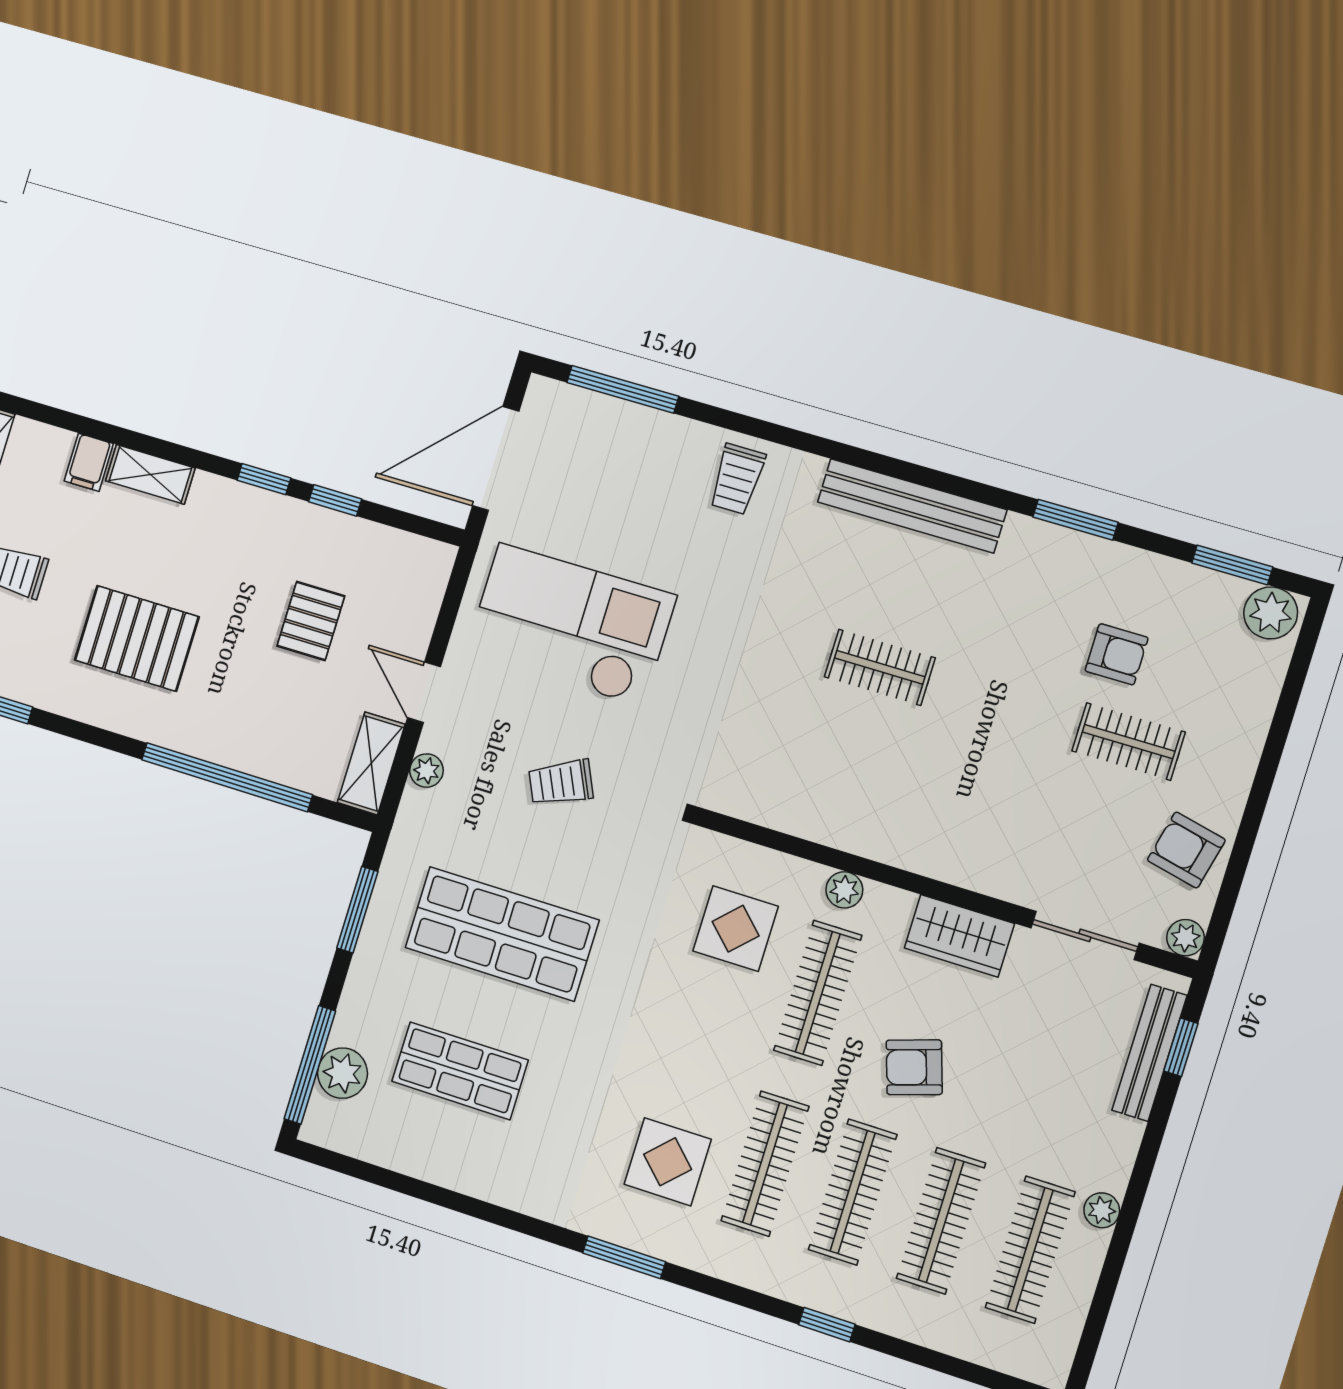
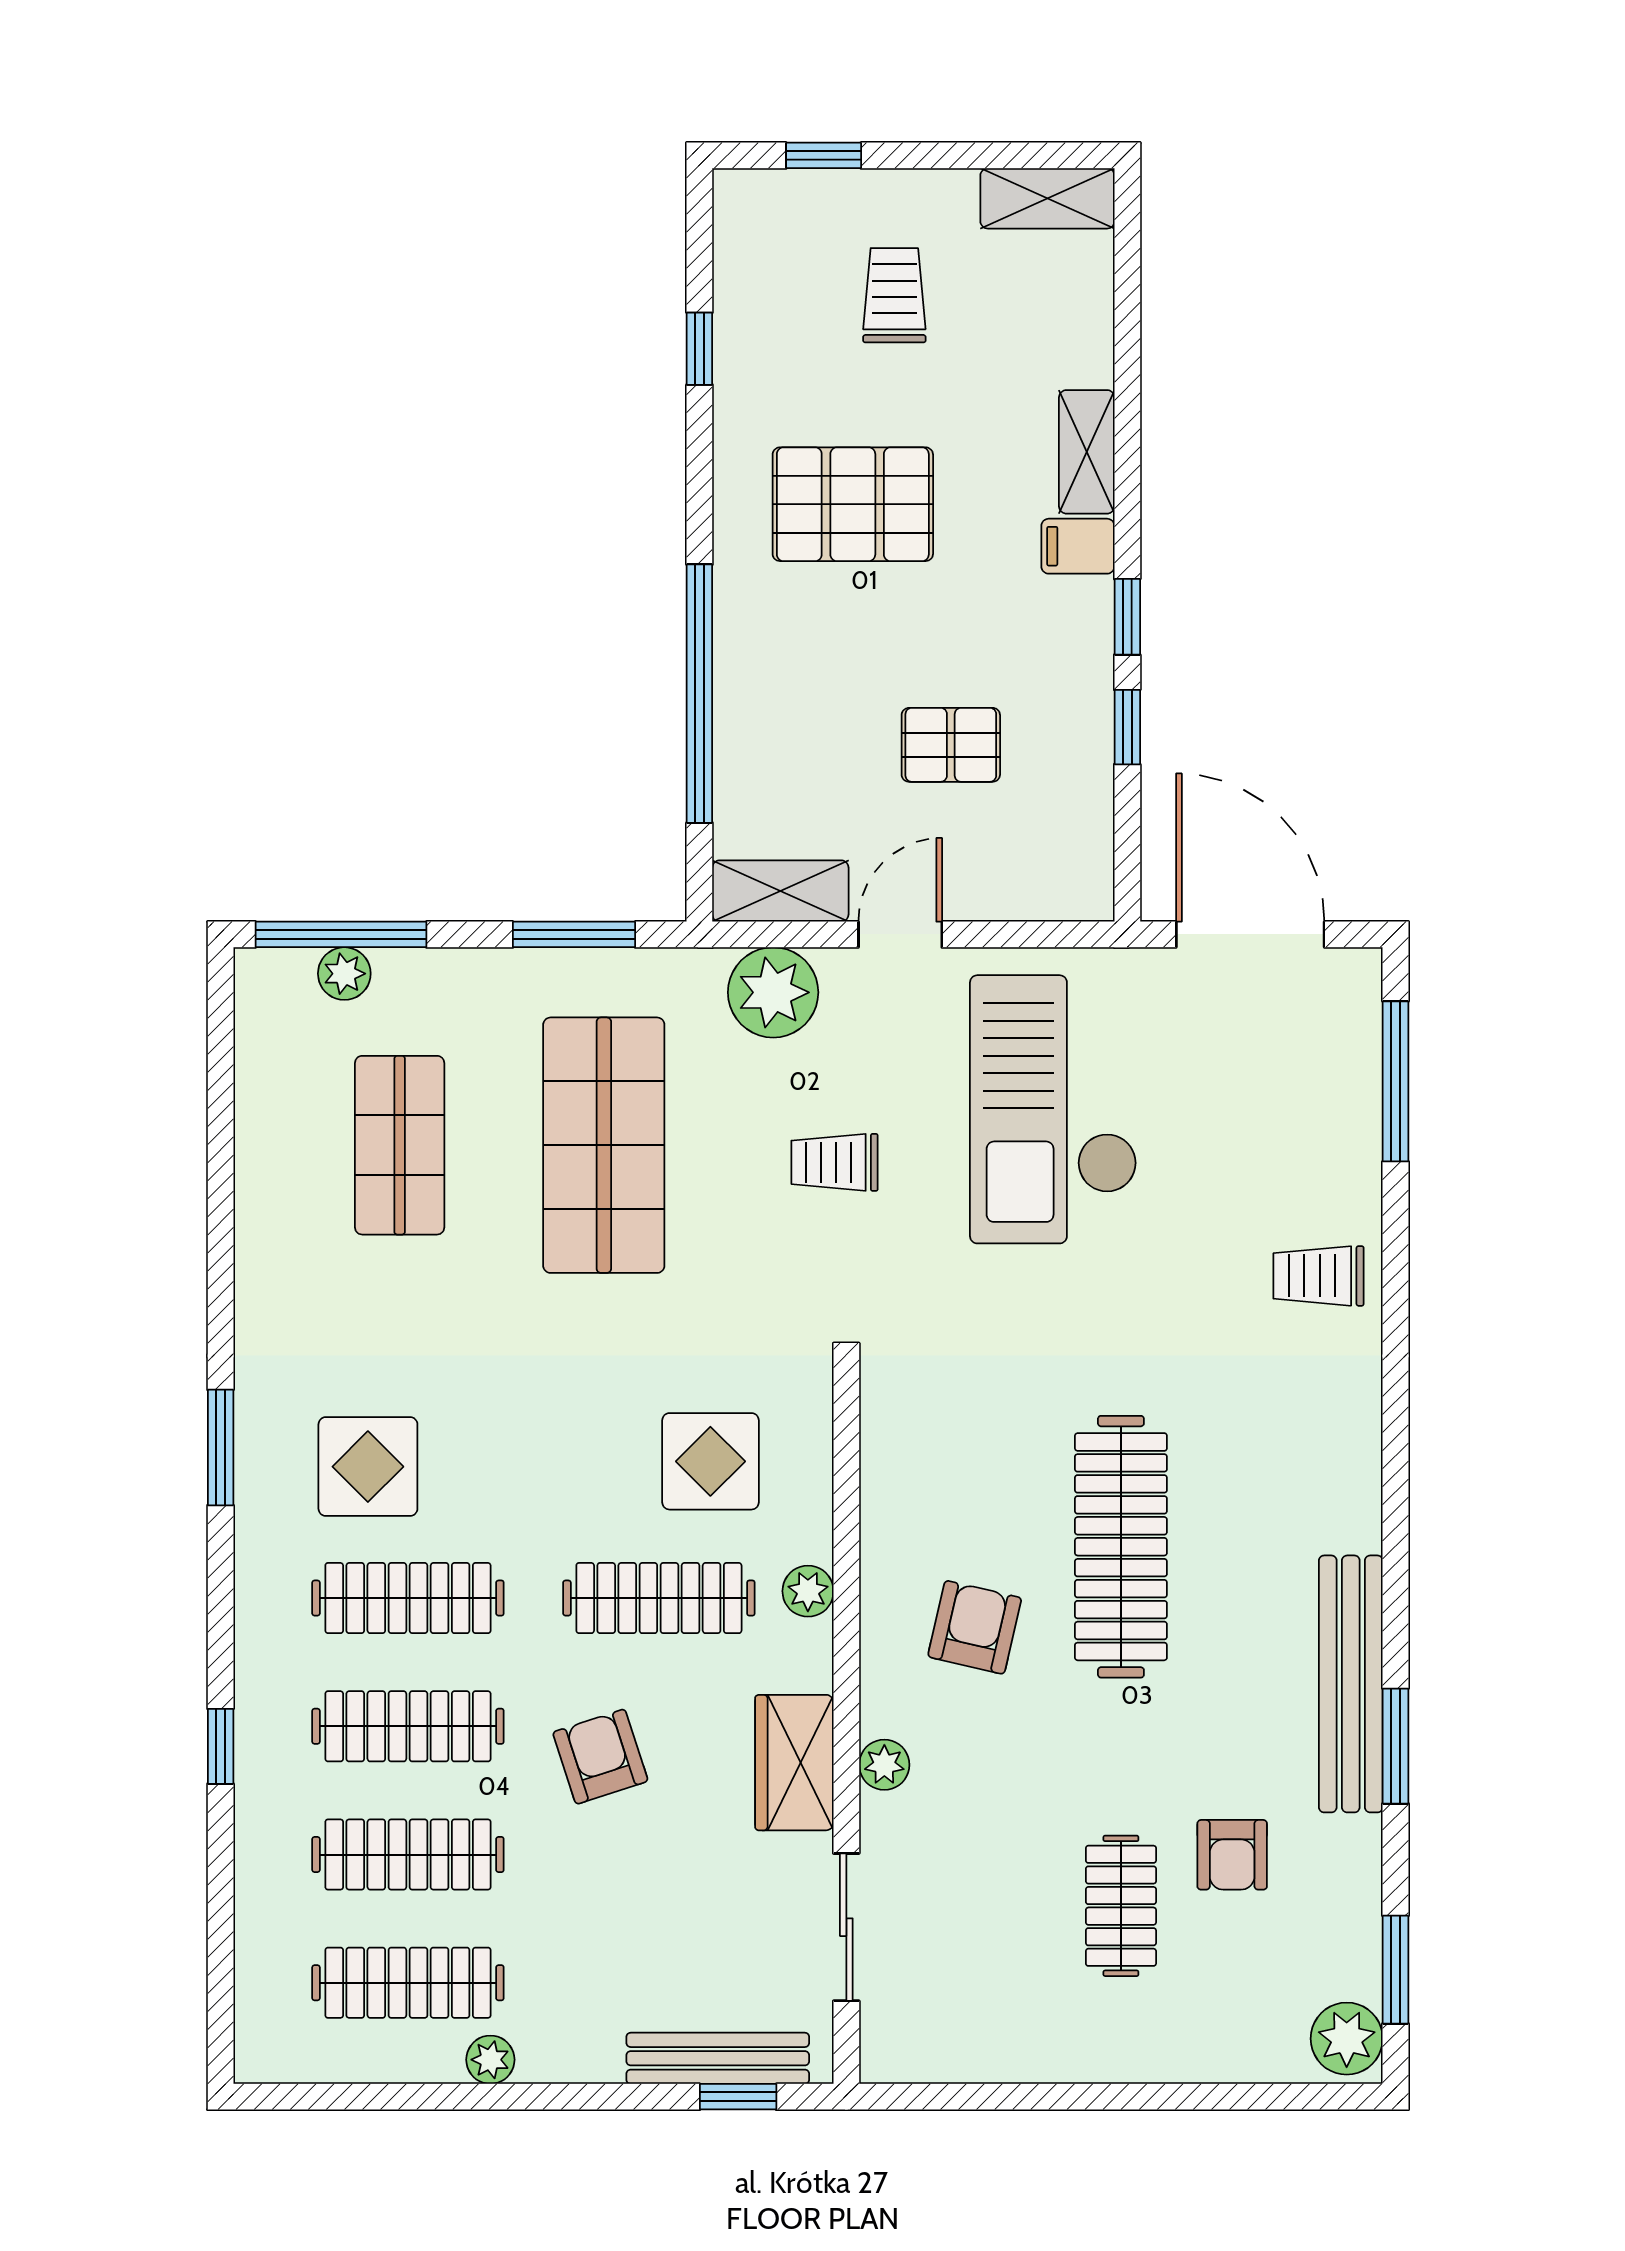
filing cabinet: (89, 462) -> (1078, 546), moved
bench: (912, 506) -> (1351, 1684), moved
checkout: (571, 625) -> (1054, 1109), turned 180
pallet: (137, 638) -> (853, 504), turned 90
clothes rail: (880, 667) -> (1121, 1547), width x1.86, depth x1.31
plant: (426, 771) -> (773, 992), width x1.88, depth x1.88
trolley: (561, 783) -> (835, 1162), turned -65
armchair: (1186, 850) -> (975, 1627), moved
plant: (1186, 938) -> (884, 1765), moved
plant: (342, 1073) -> (344, 974), width x0.73, depth x0.73

